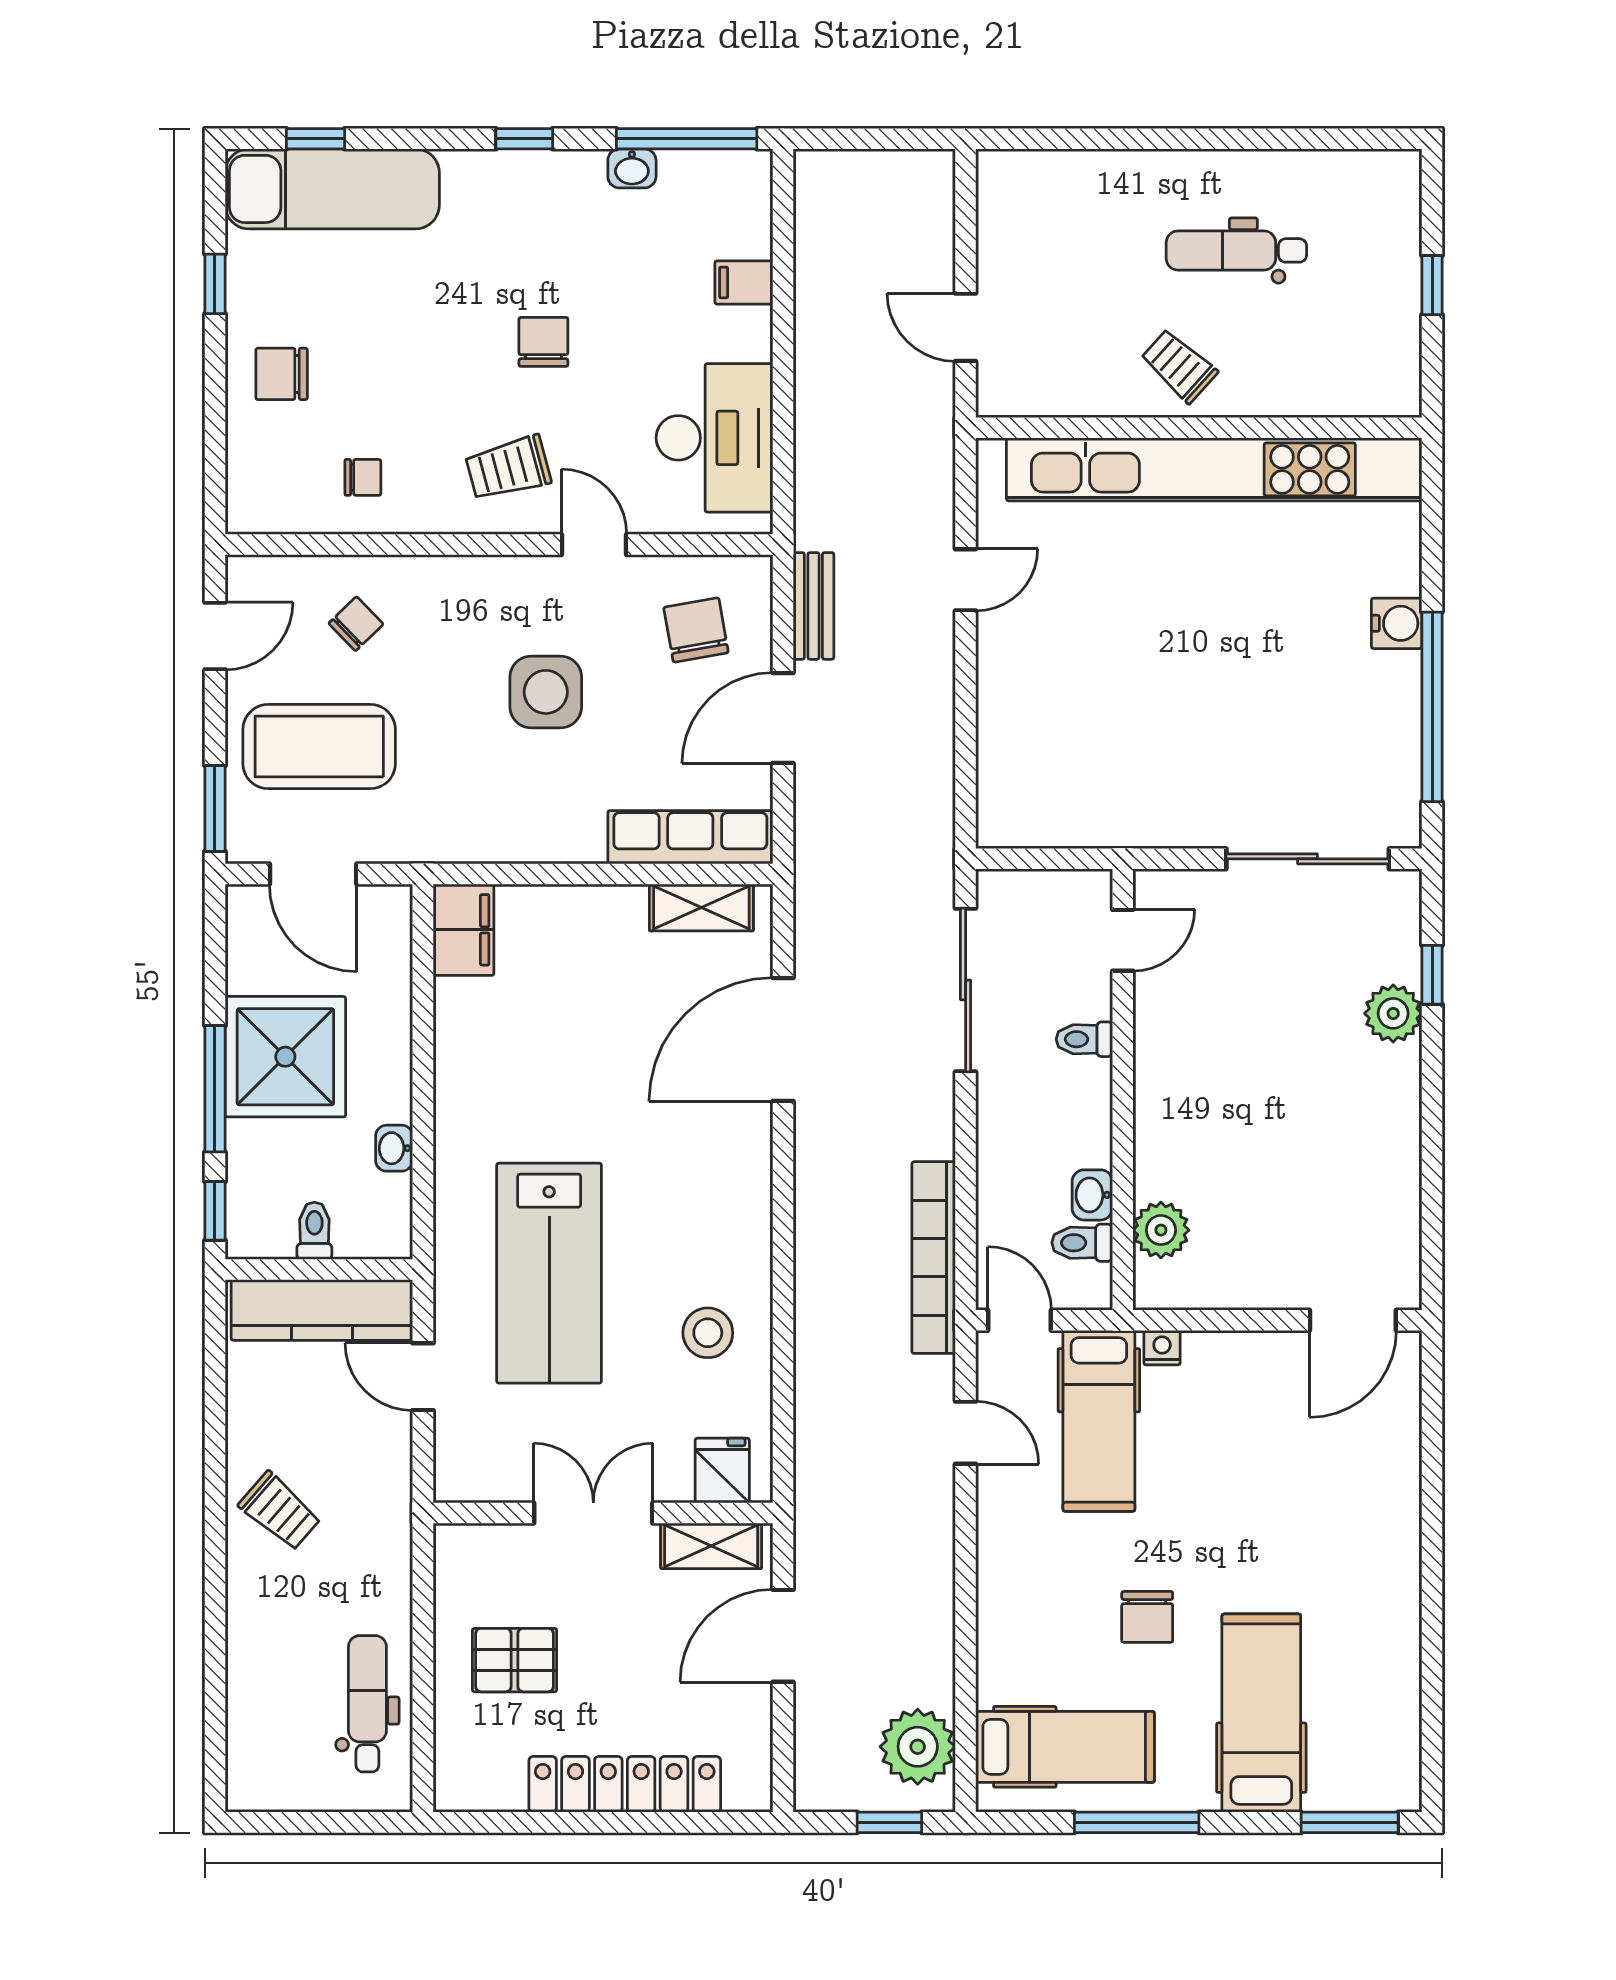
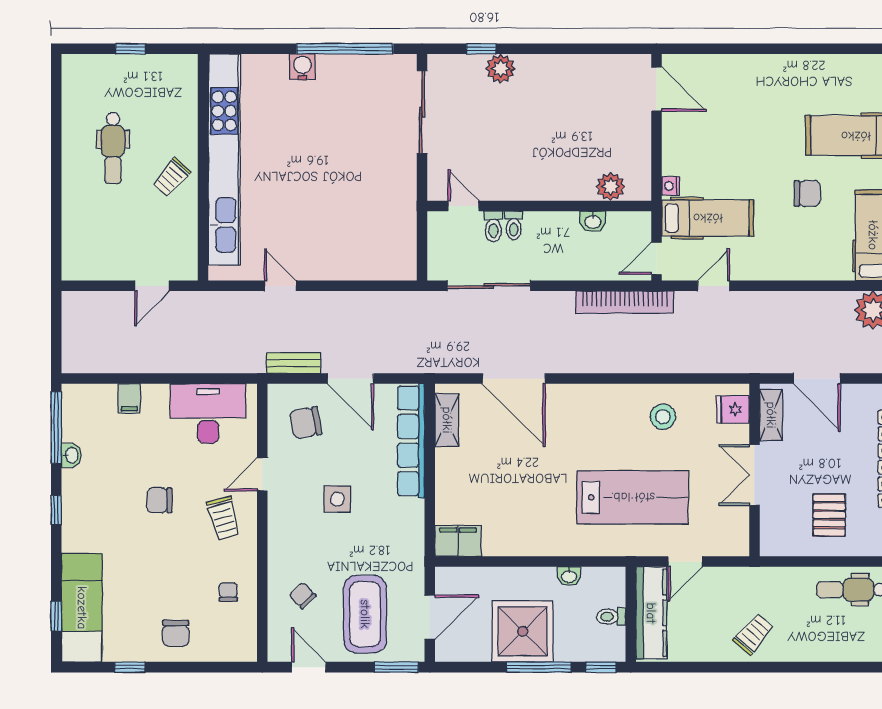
side table: (546, 692) -> (337, 499), width x0.73, depth x0.73
row of seats: (690, 837) -> (411, 441), width x1.36
toilet: (1082, 1243) -> (493, 227), moved

